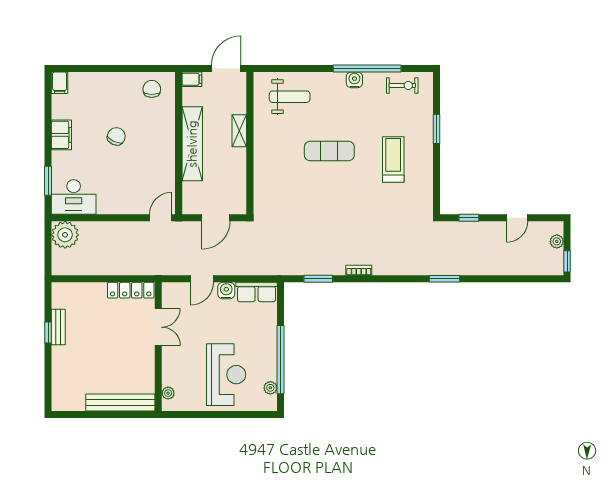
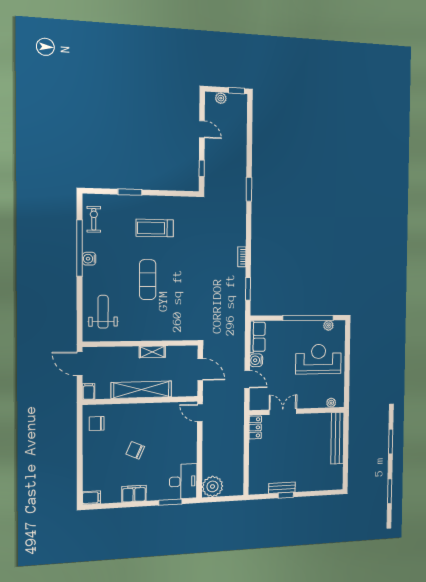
shelving: (239, 131) -> (152, 352), moved
locker: (131, 290) -> (255, 427), width x0.66

